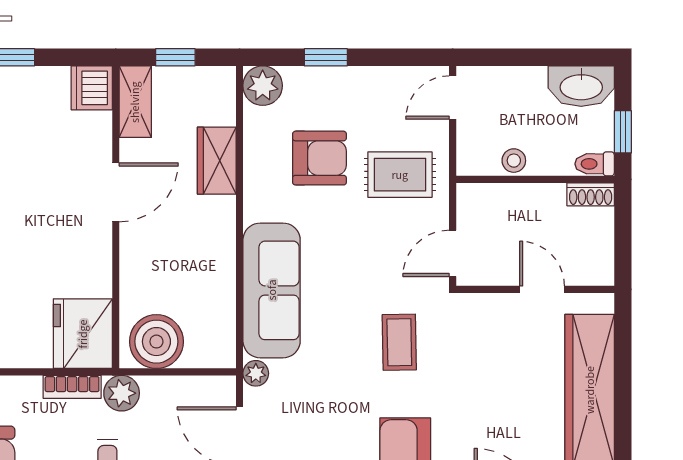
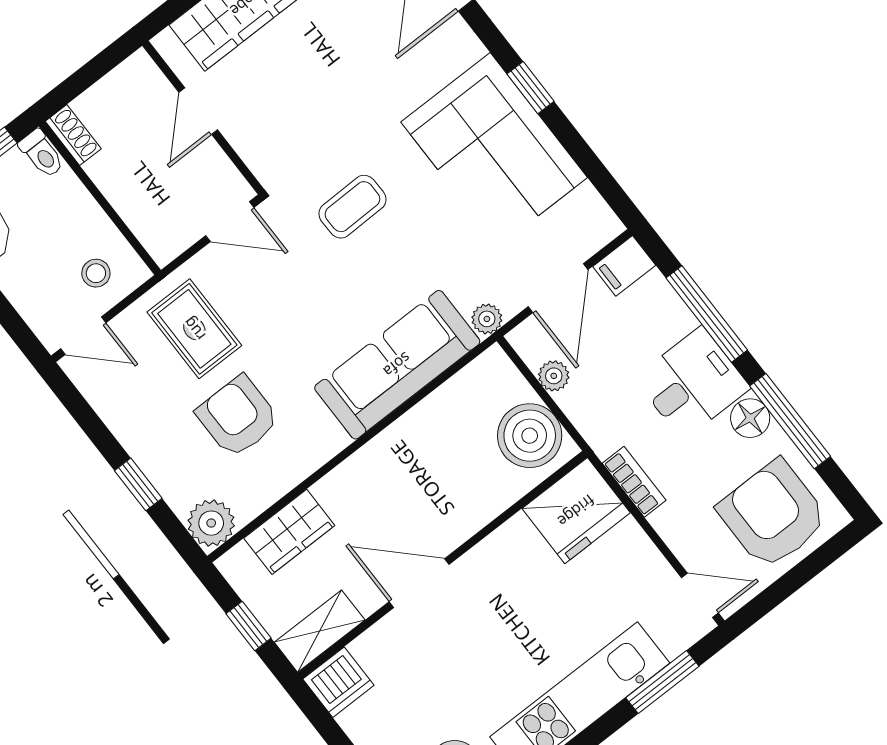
wardrobe: (217, 161) -> (289, 532), moved
stool: (514, 161) -> (96, 273), moved
plant: (122, 393) -> (554, 376), moved, width x0.73, depth x0.73

